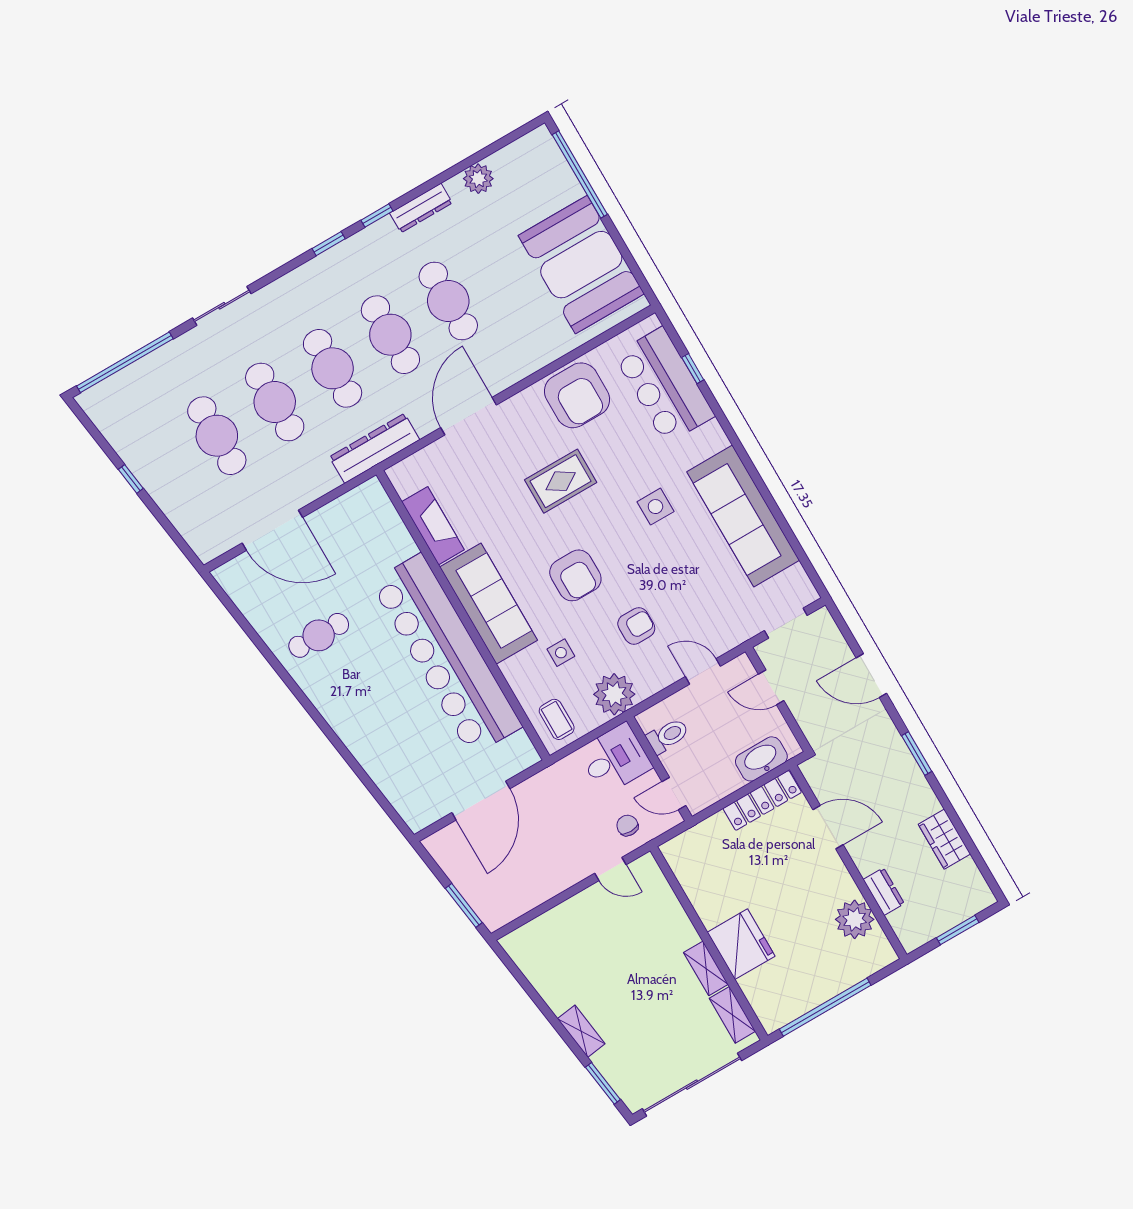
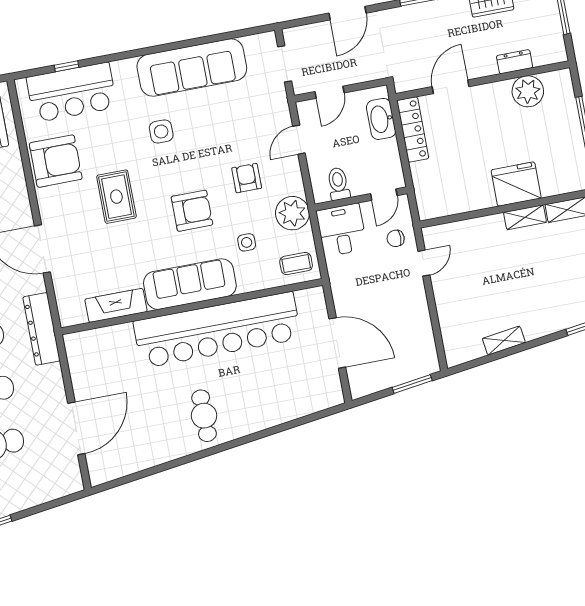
cafe table: (319, 635) -> (204, 416), moved
shelving: (581, 1031) -> (504, 341), moved

